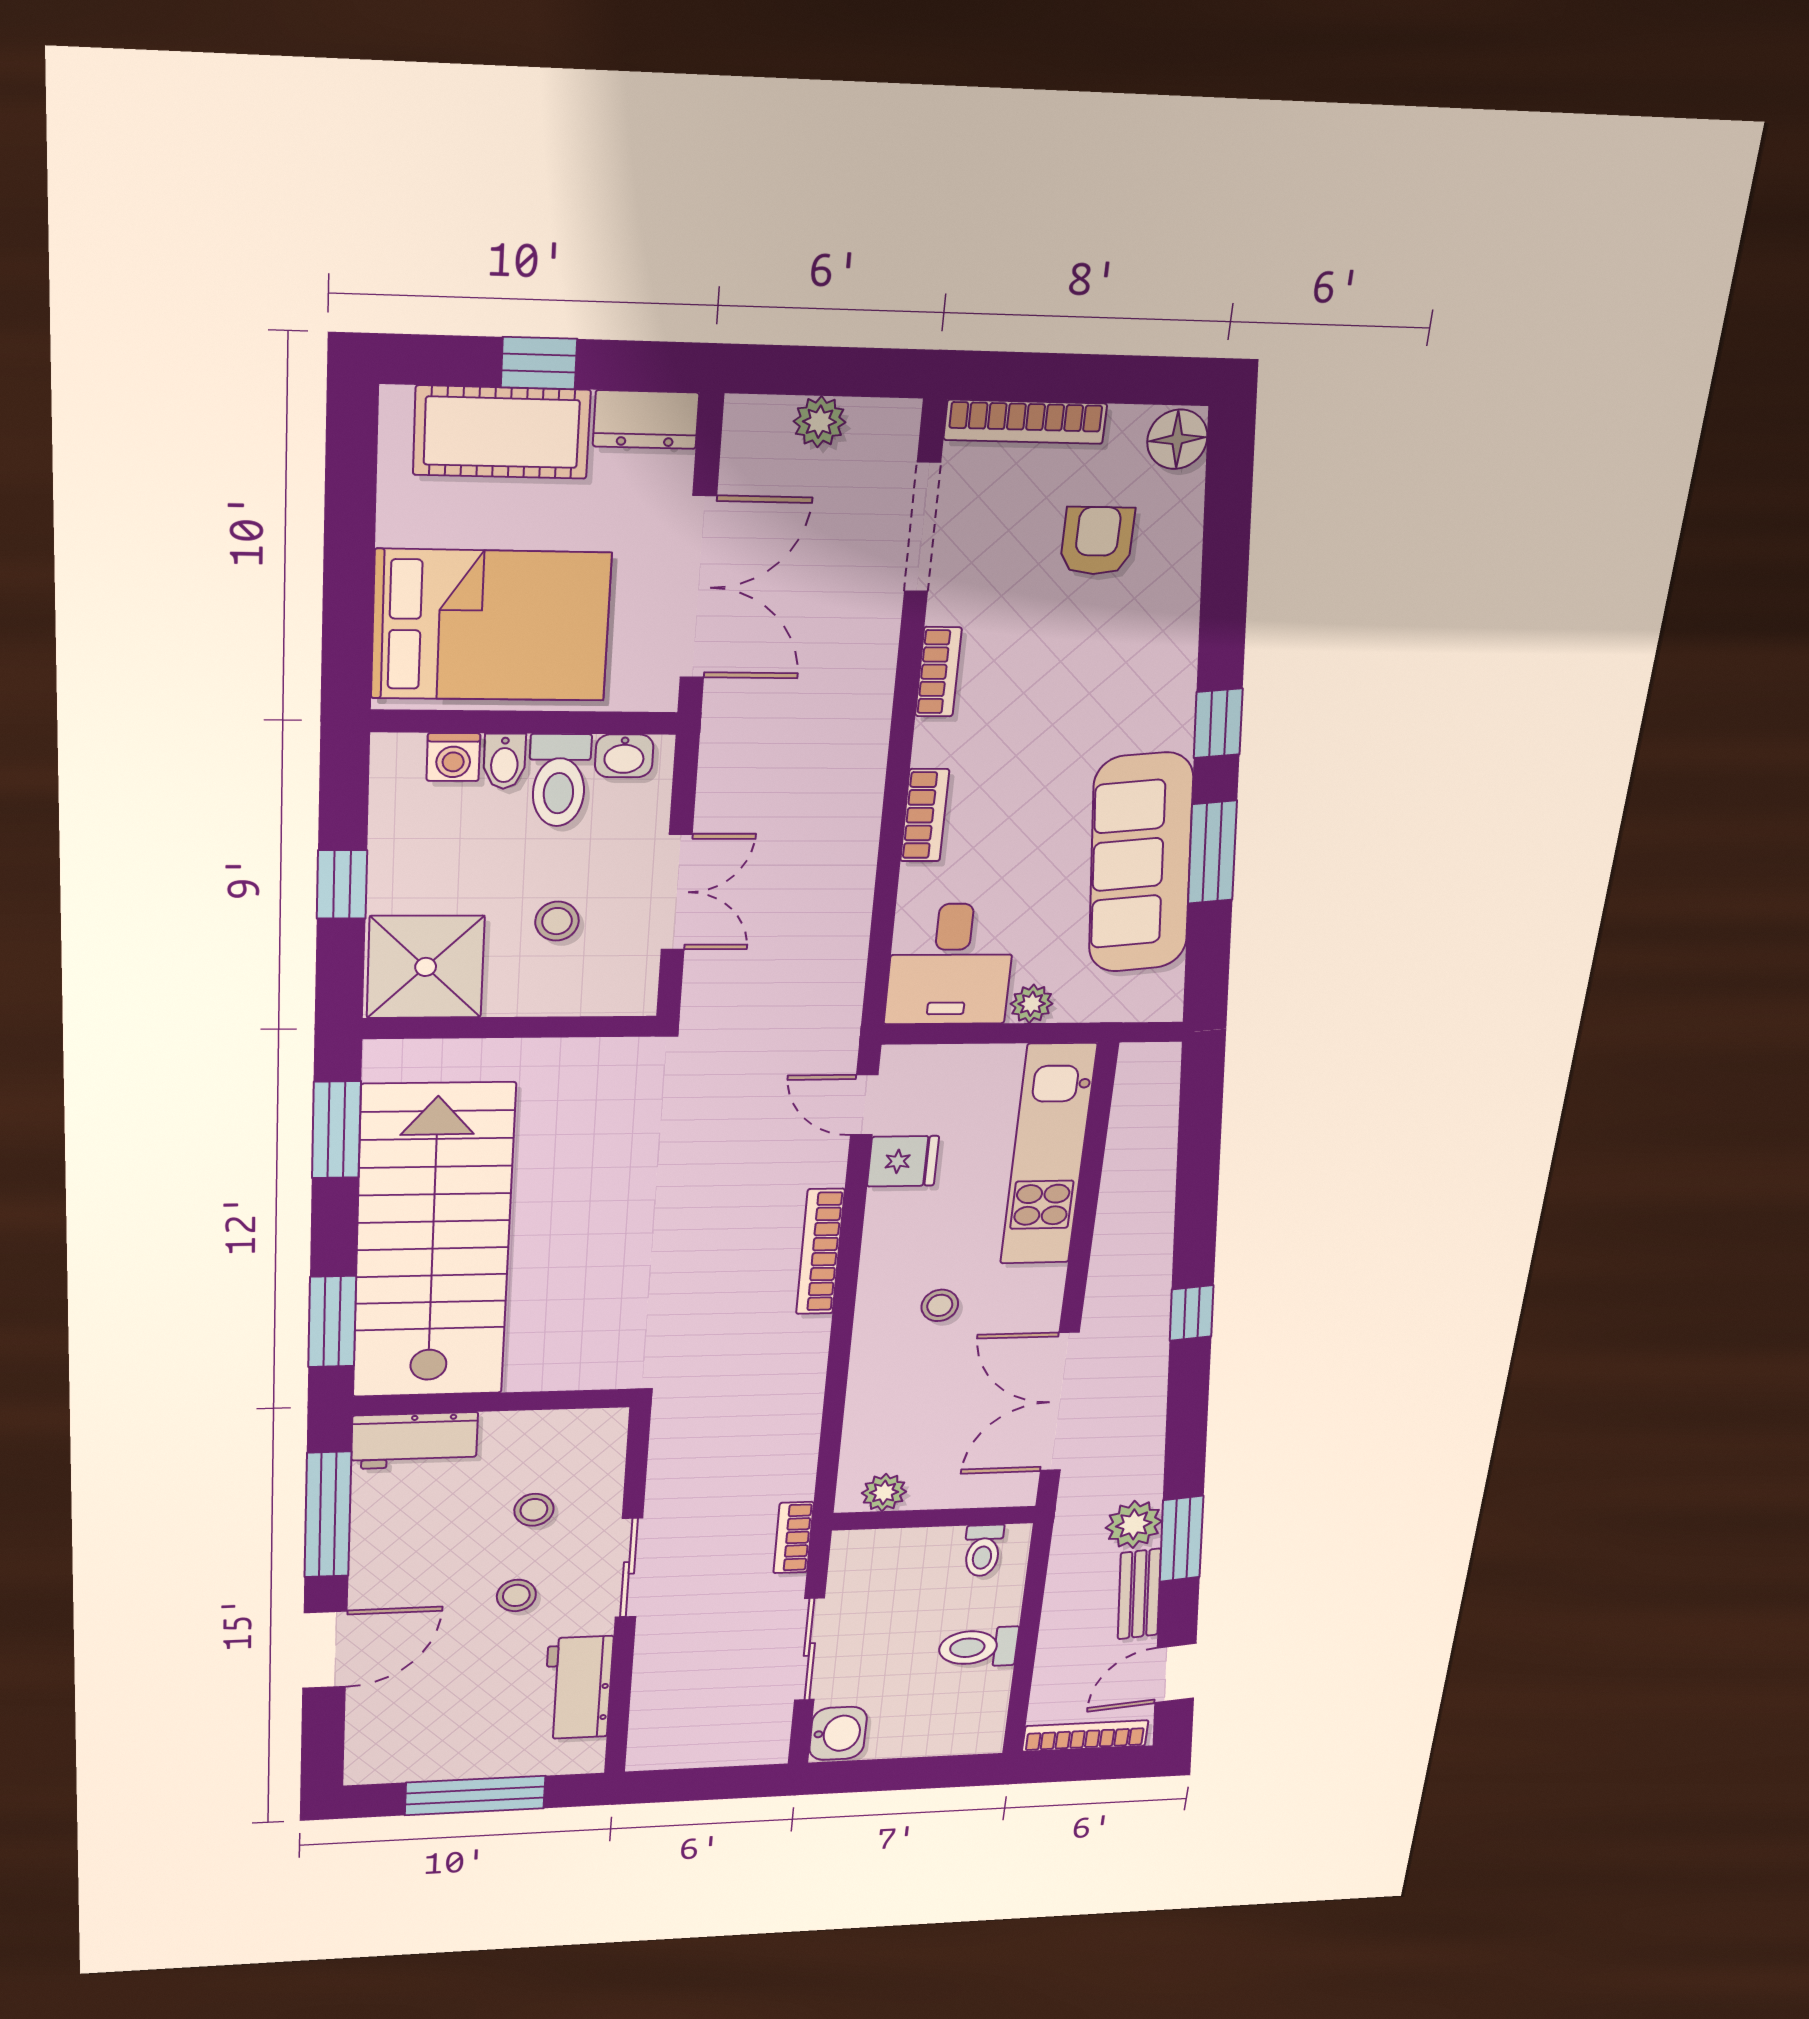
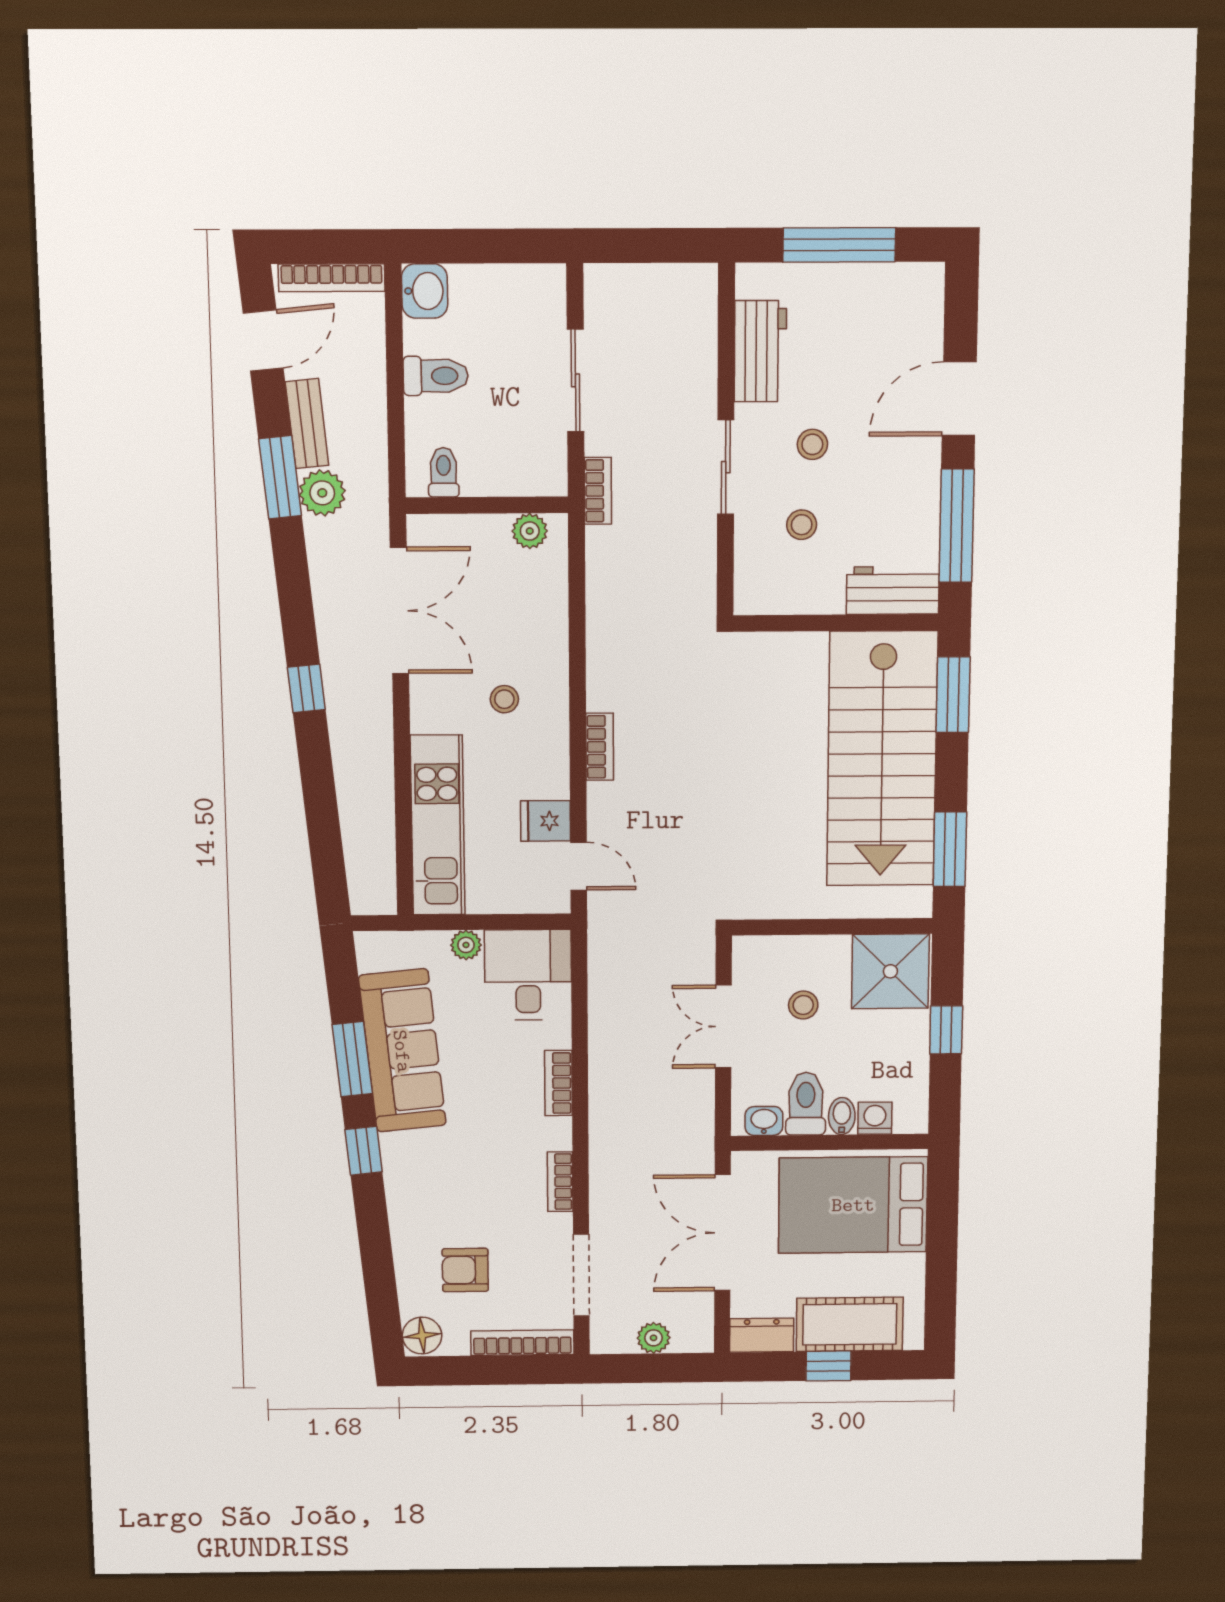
armchair: (1097, 541) -> (465, 1270), turned 90
bookcase: (820, 1252) -> (600, 747), width x0.64
washbasin: (838, 1733) -> (425, 291), moved, turned 180

